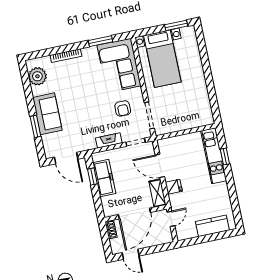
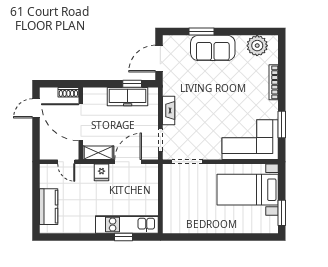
armchair: (123, 108) -> (201, 134), removed

